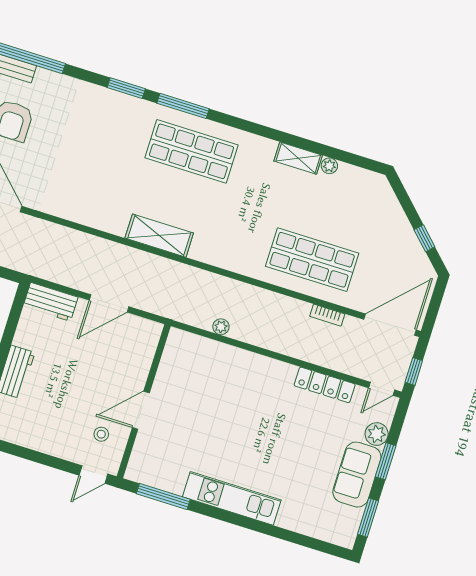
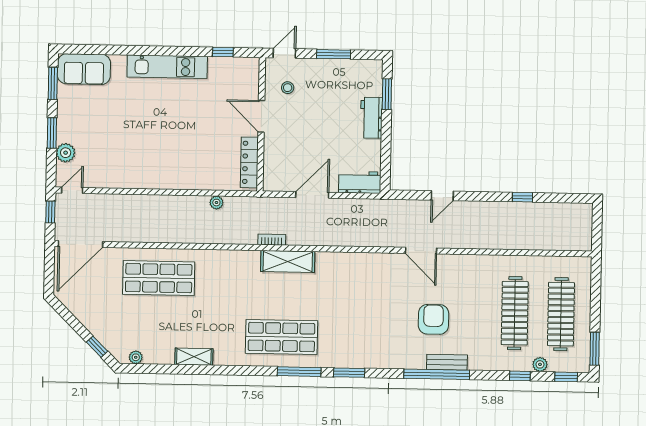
plant: (329, 166) -> (136, 357), moved
window: (424, 238) -> (97, 347), moved
bookcase: (327, 315) -> (272, 240), moved
locker: (325, 385) -> (249, 162), moved, turned -90
door: (141, 410) -> (261, 116), swing flipped
window: (38, 457) -> (334, 54), added
sofa: (357, 475) -> (84, 69), moved, turned 90
window: (163, 496) -> (223, 52), width x0.46

